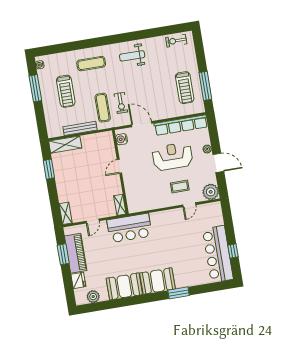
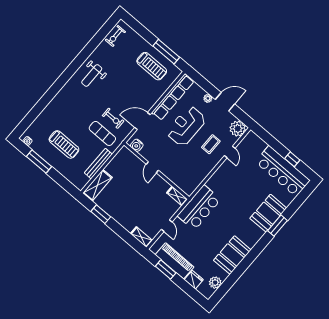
exercise mat: (91, 64) -> (66, 107), removed
booth: (158, 281) -> (268, 213), moved

